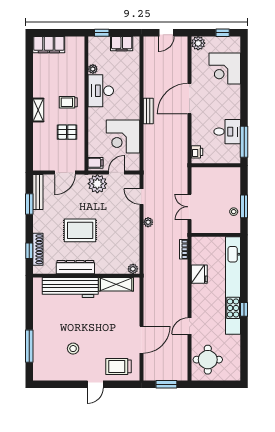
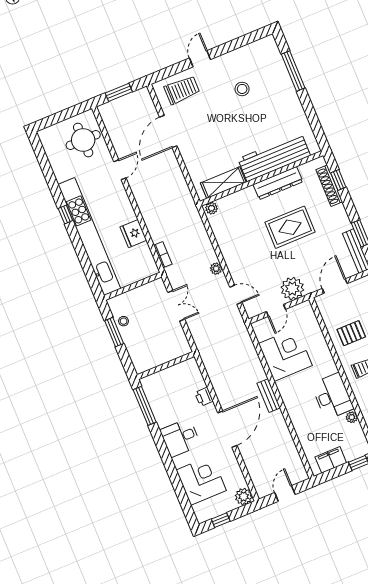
desk: (227, 132) -> (180, 438), moved
printer: (197, 152) -> (204, 397), moved
filing cabinet: (95, 163) -> (304, 311), removed

